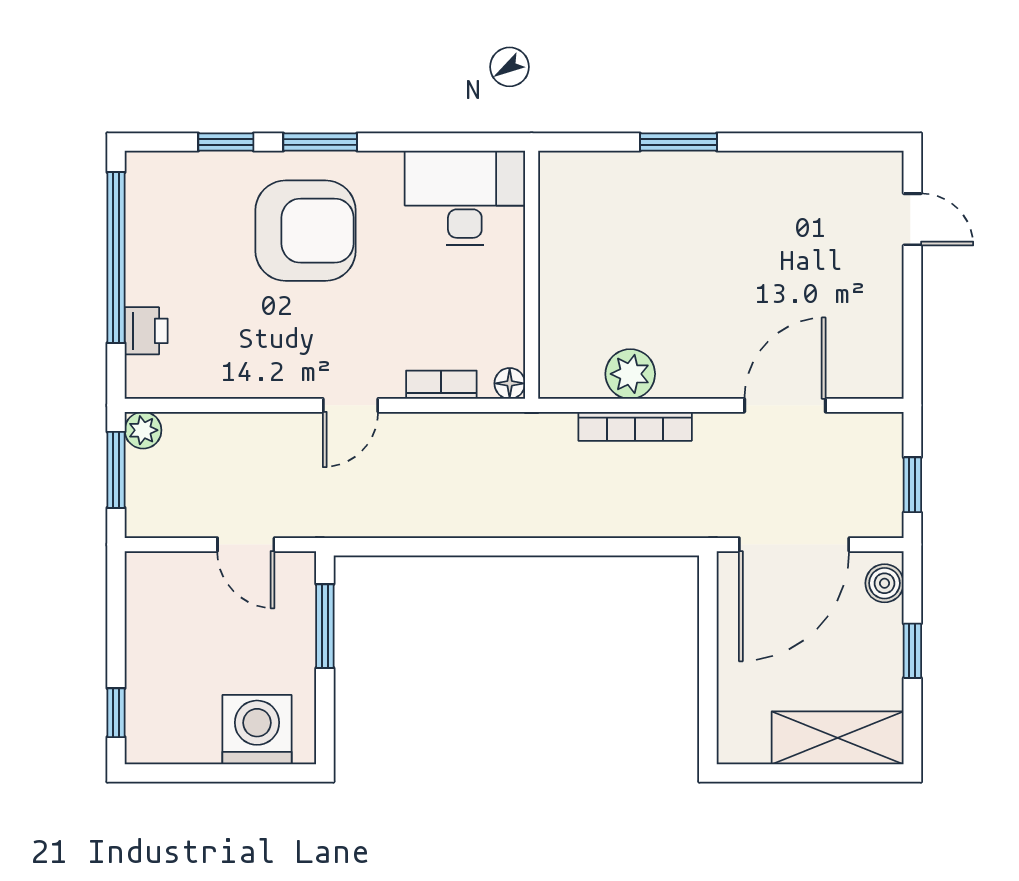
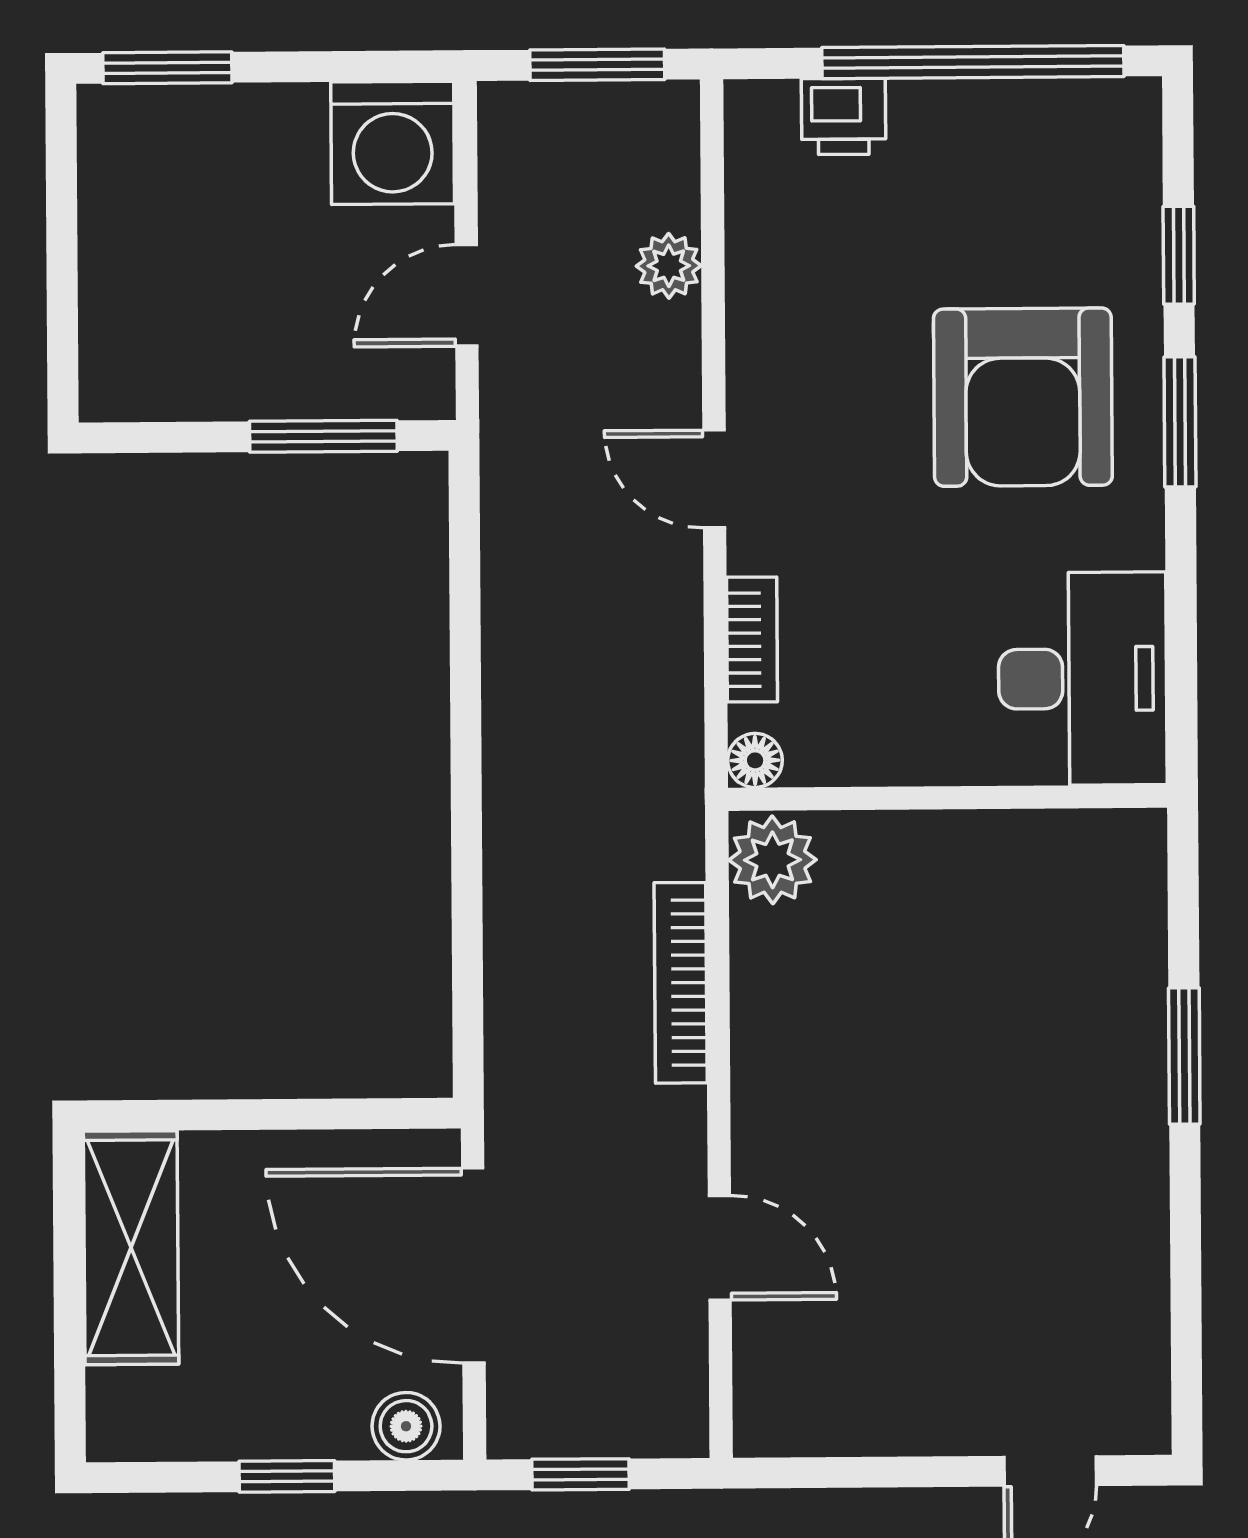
plant: (630, 374) -> (772, 860), moved
door: (785, 405) -> (720, 1248), width x0.73
plant: (143, 430) -> (669, 266), moved
window: (116, 713) -> (167, 68), width x1.50
washing machine: (257, 730) -> (393, 143), moved, turned 90
shelving: (838, 738) -> (131, 1248), moved

